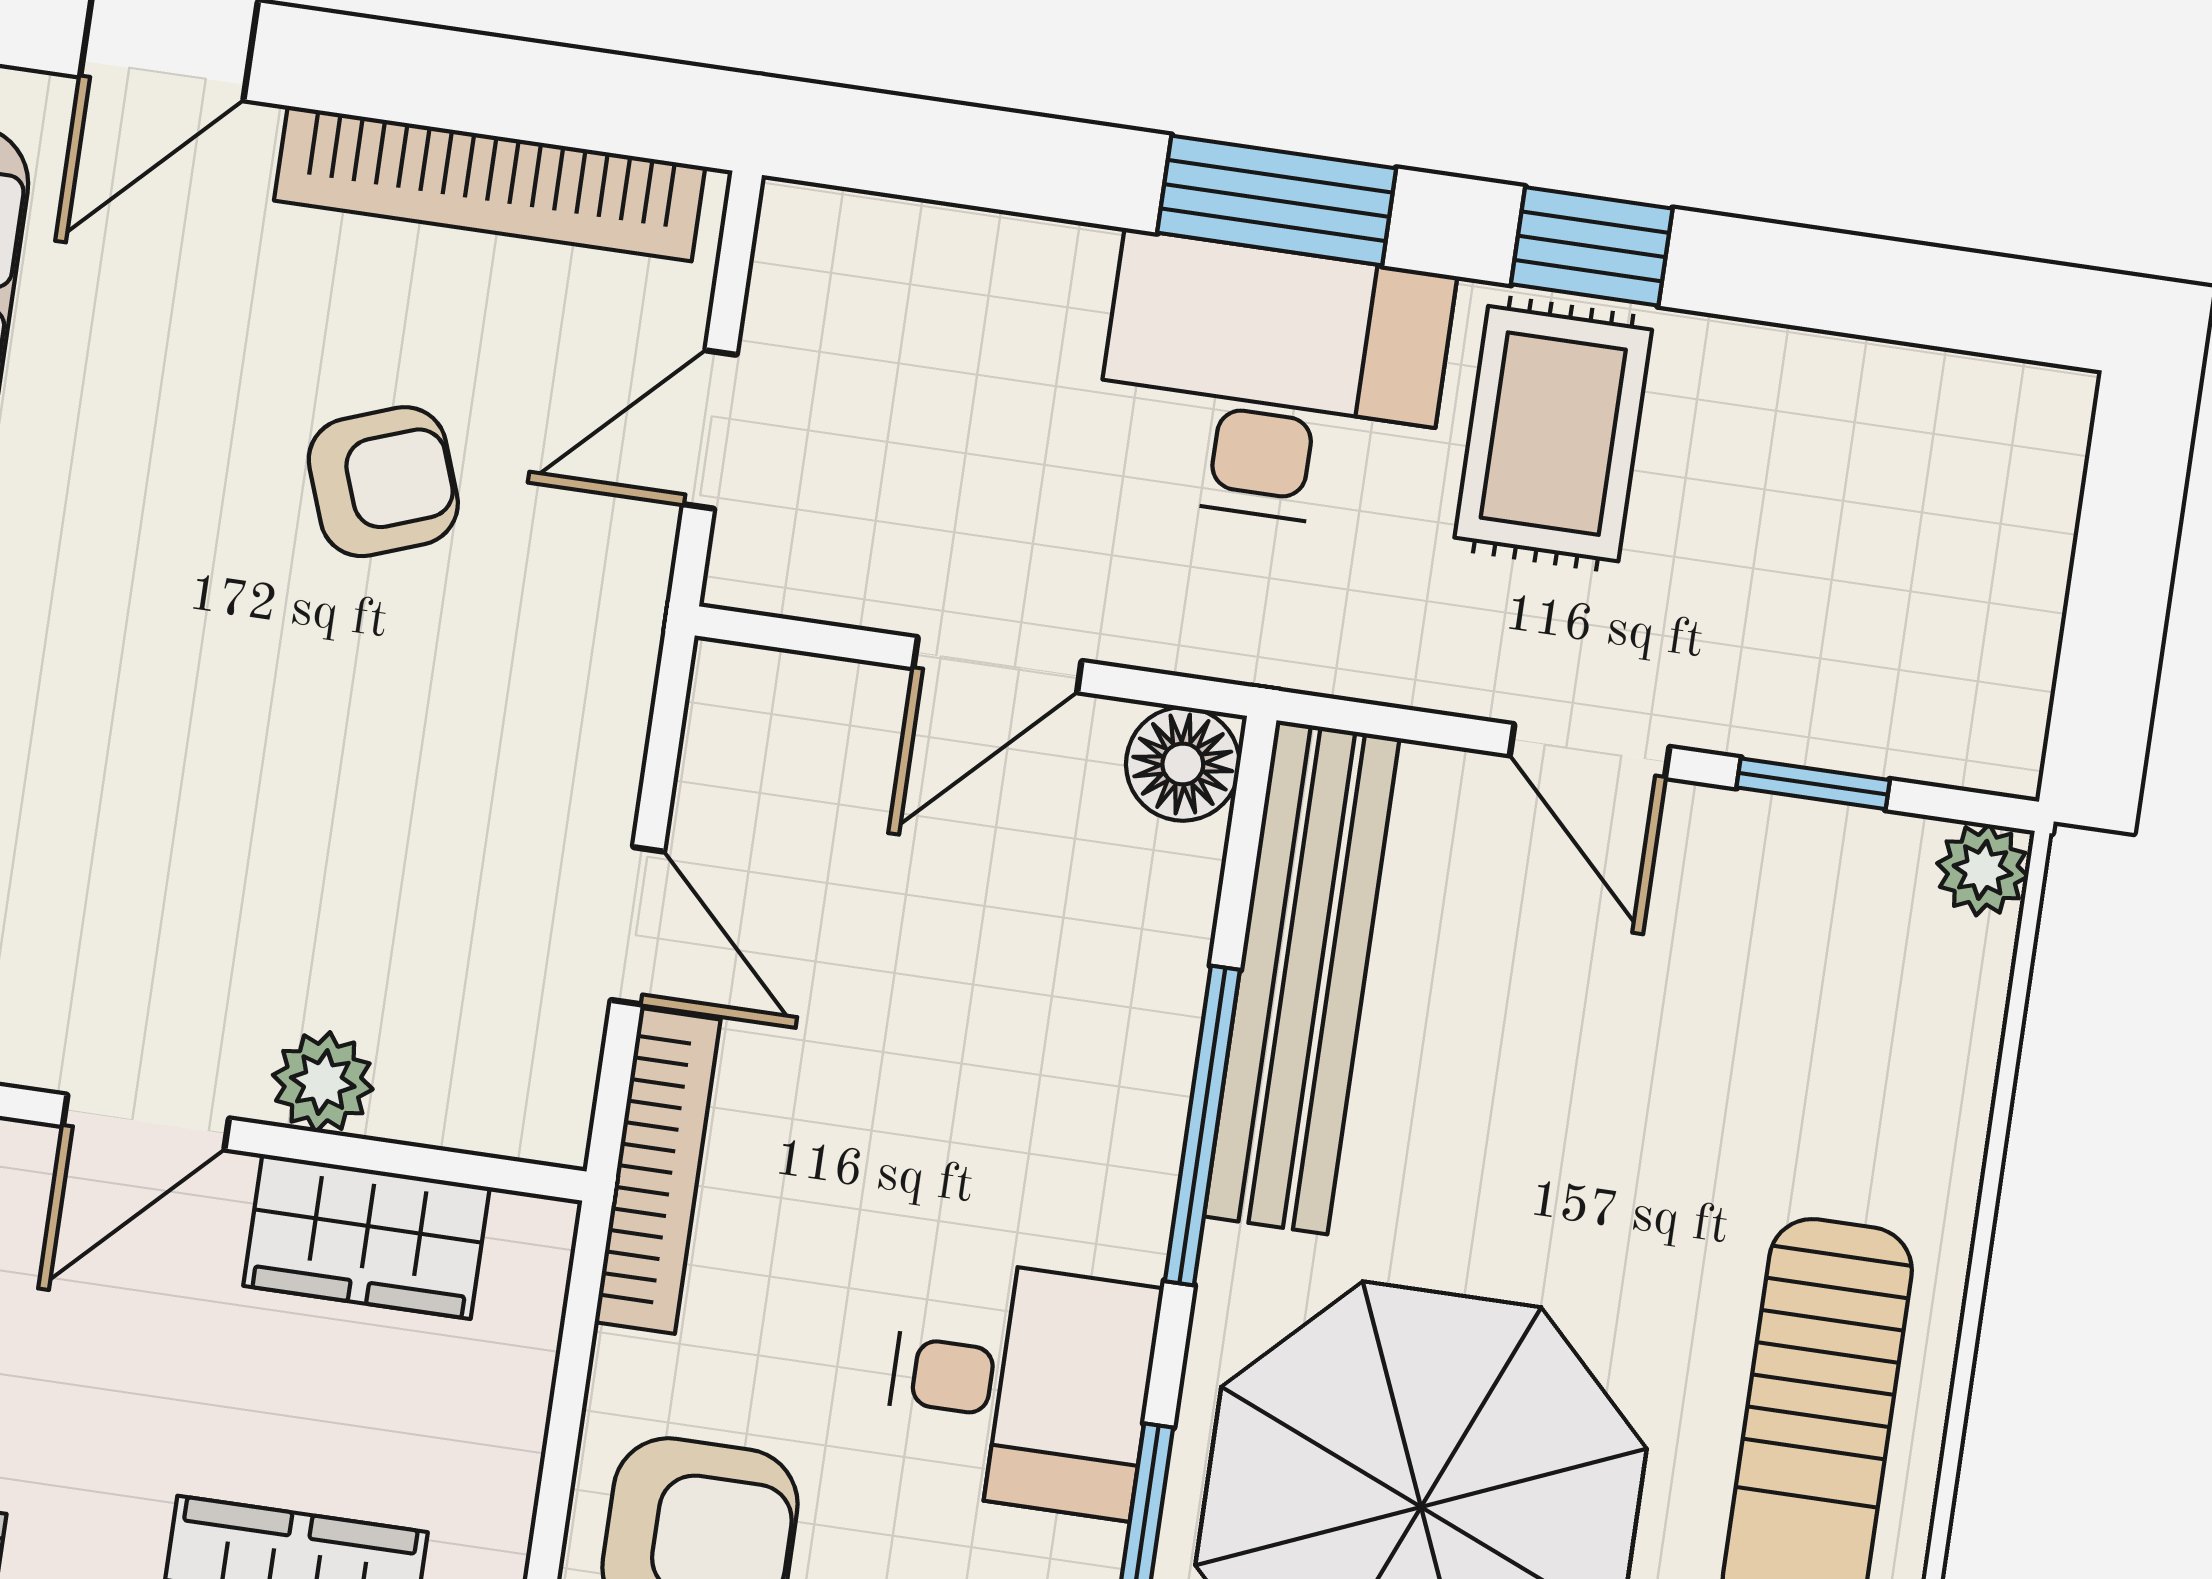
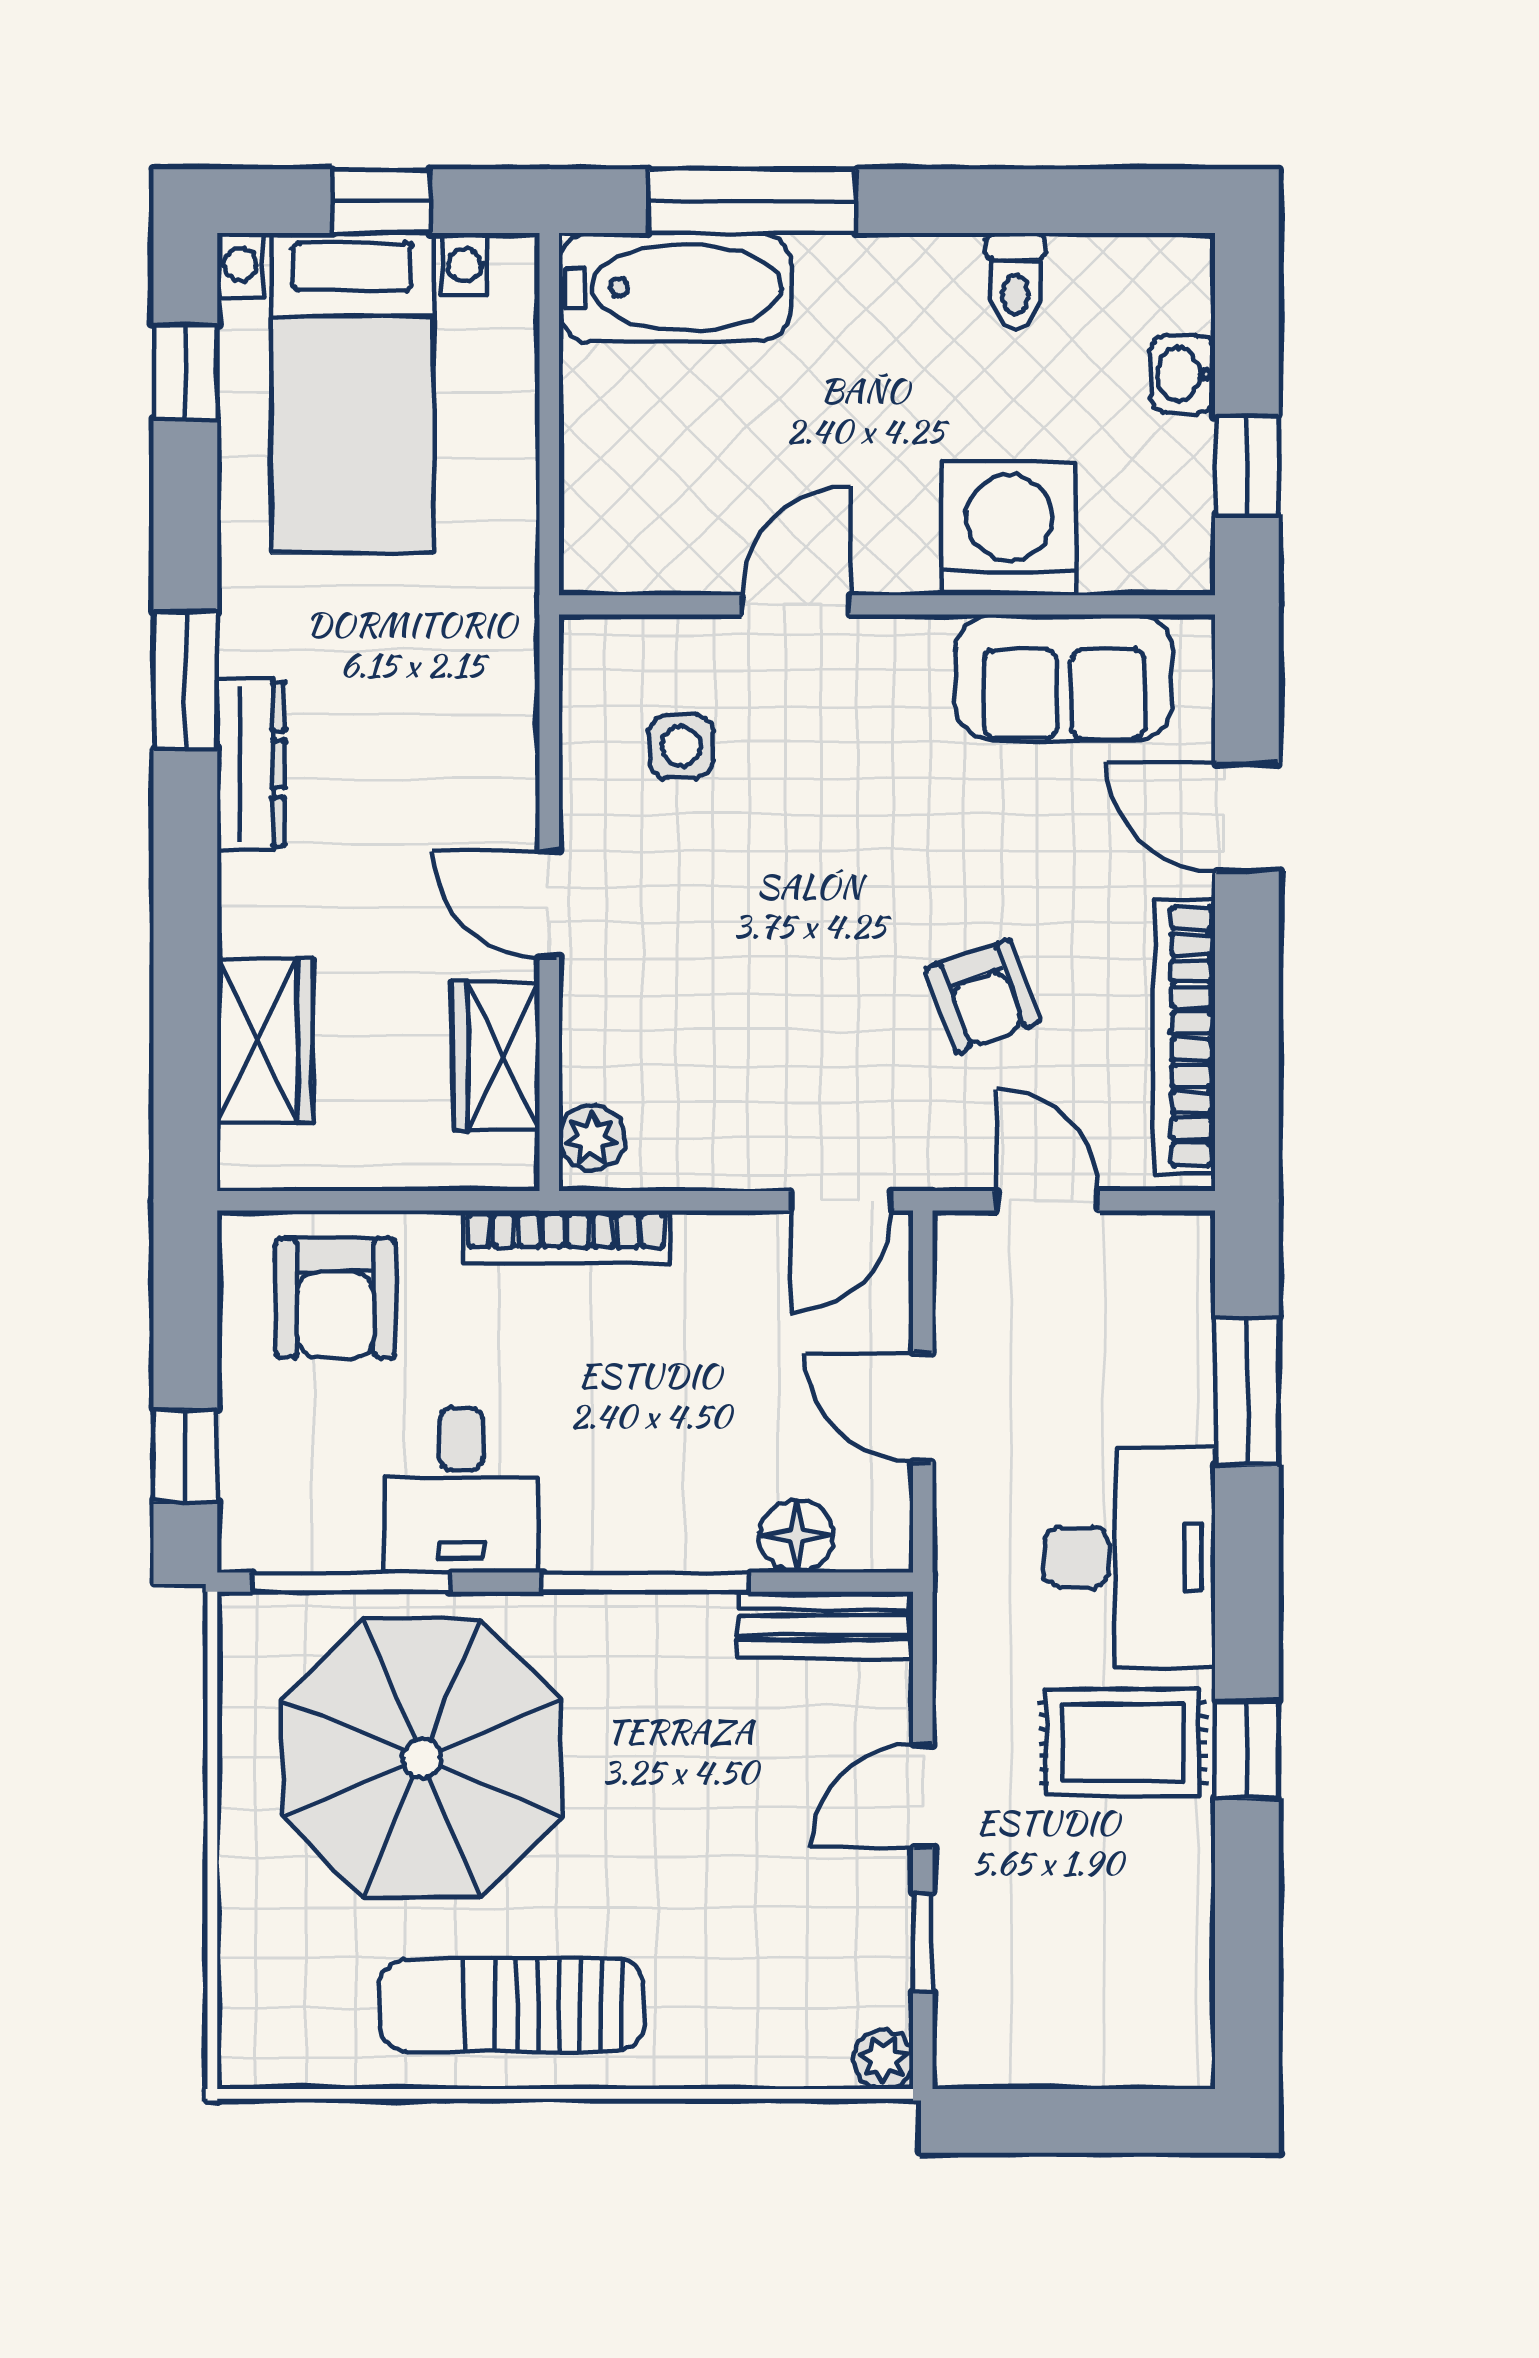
window: (1277, 200) -> (1247, 1391), moved
floor lamp: (1183, 764) -> (797, 1536), moved
door: (637, 926) -> (841, 1201), moved
bench: (1302, 977) -> (826, 1625), width x0.54, depth x0.82
plant: (323, 1082) -> (592, 1138), moved

